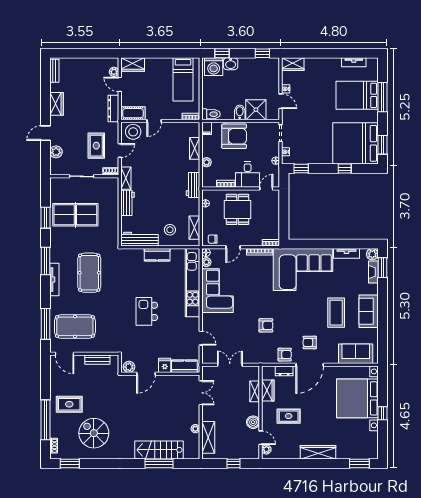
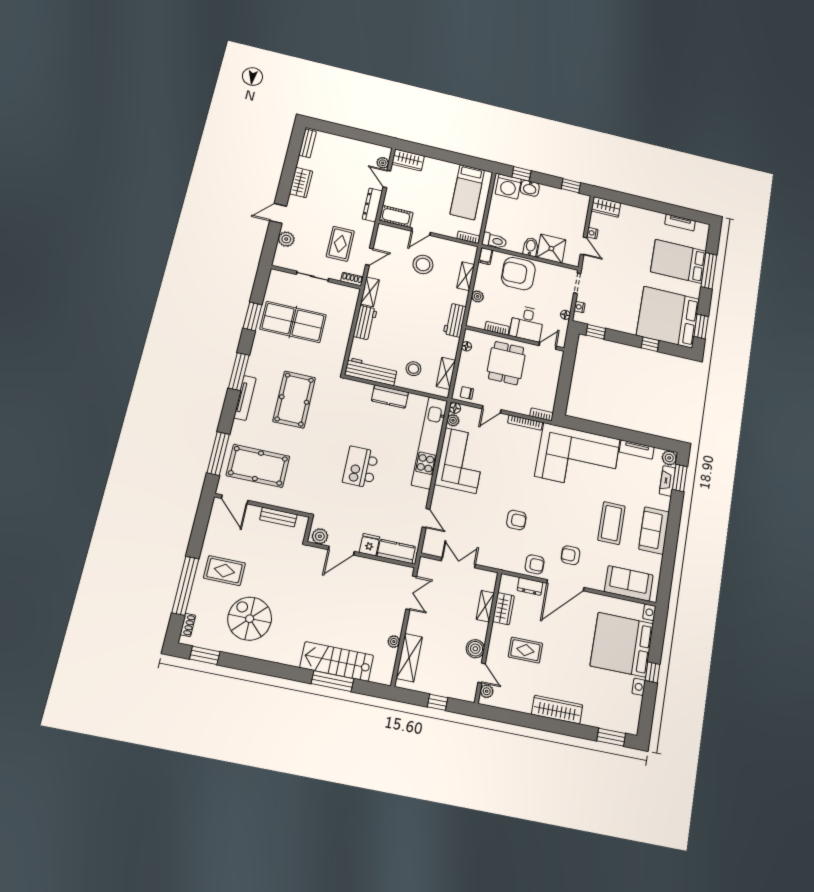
stool: (133, 132) -> (423, 264), moved
armchair: (234, 136) -> (518, 274), turned 180

